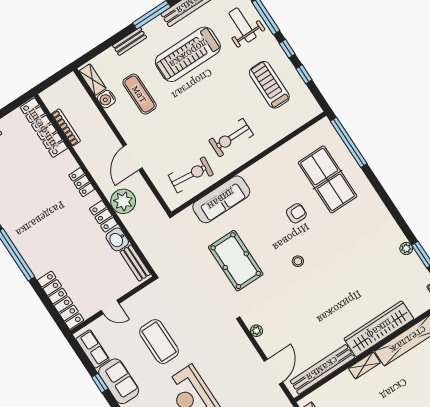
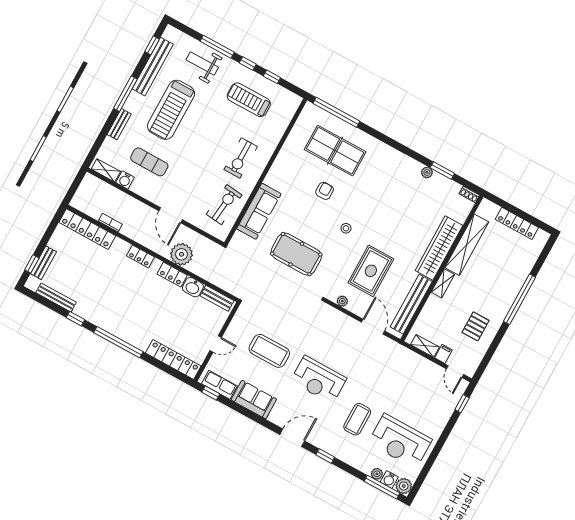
bookcase: (66, 127) -> (110, 223), width x0.64
rug: (300, 316) -> (371, 271), added
window: (100, 383) -> (211, 393), moved

